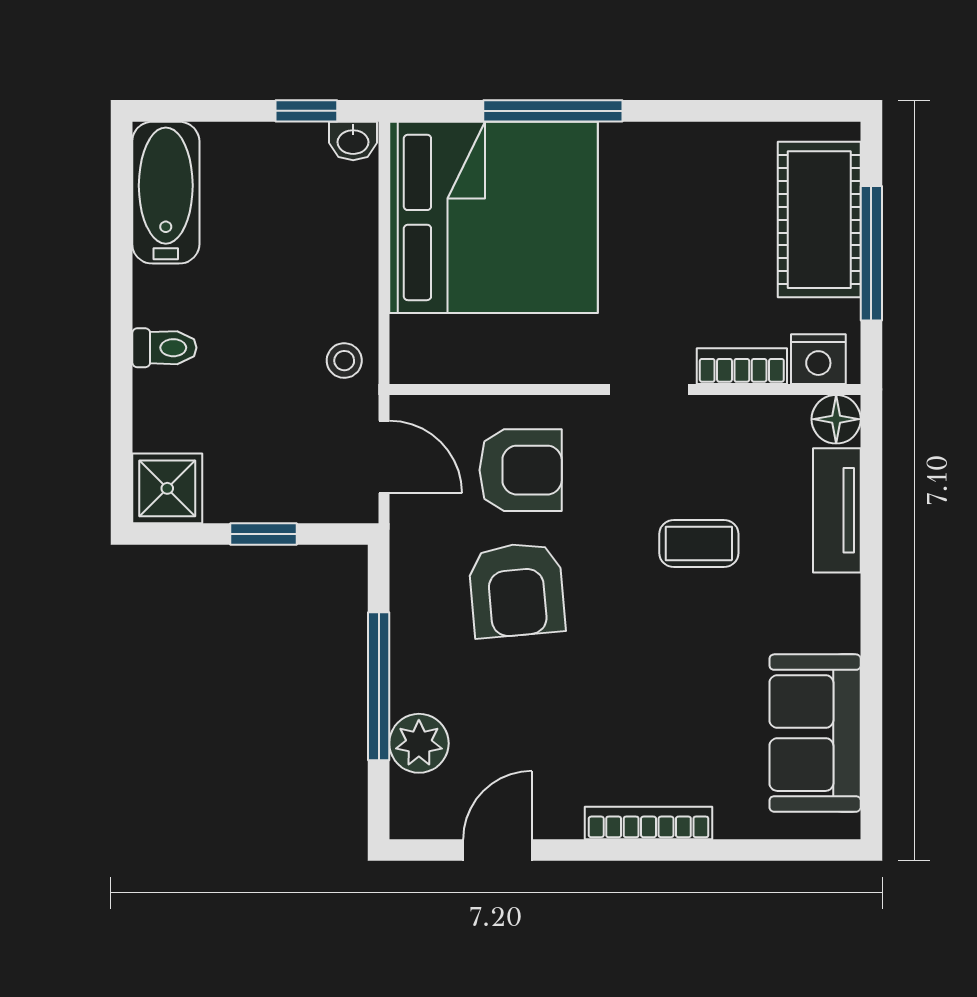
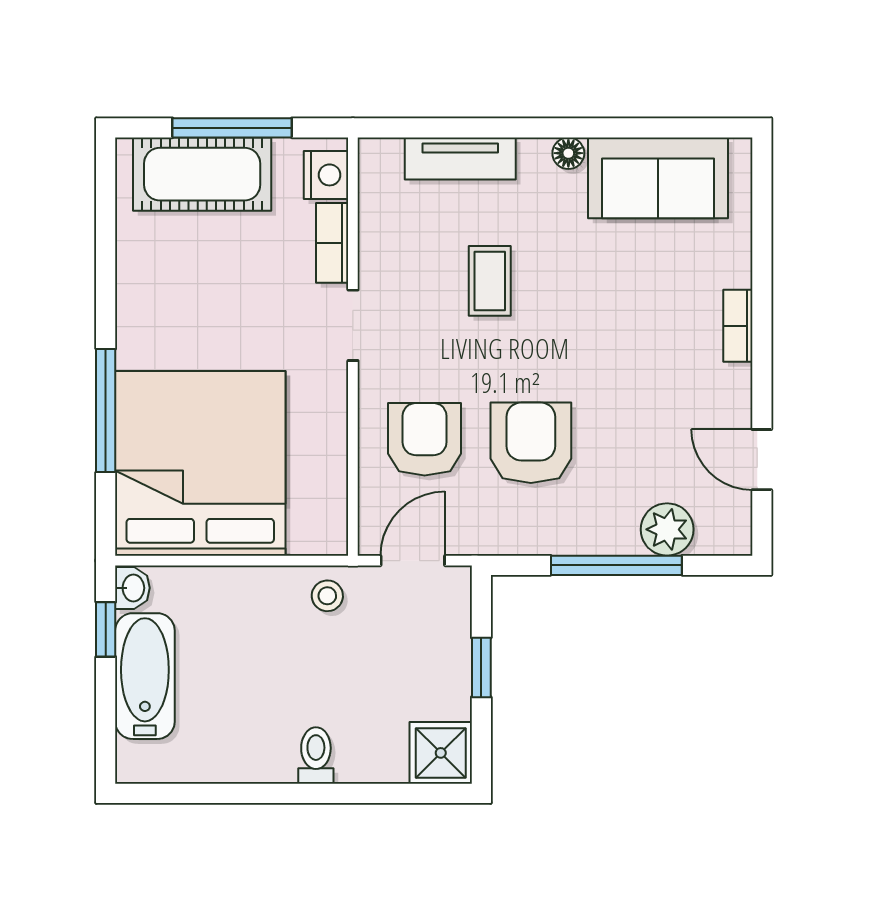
bathtub: (166, 193) -> (145, 676), moved, turned 90
floor lamp: (836, 419) -> (568, 153), moved, width x0.73, depth x0.73
armchair: (517, 590) -> (531, 443), turned -85
bookcase: (649, 823) -> (738, 326), width x0.64

